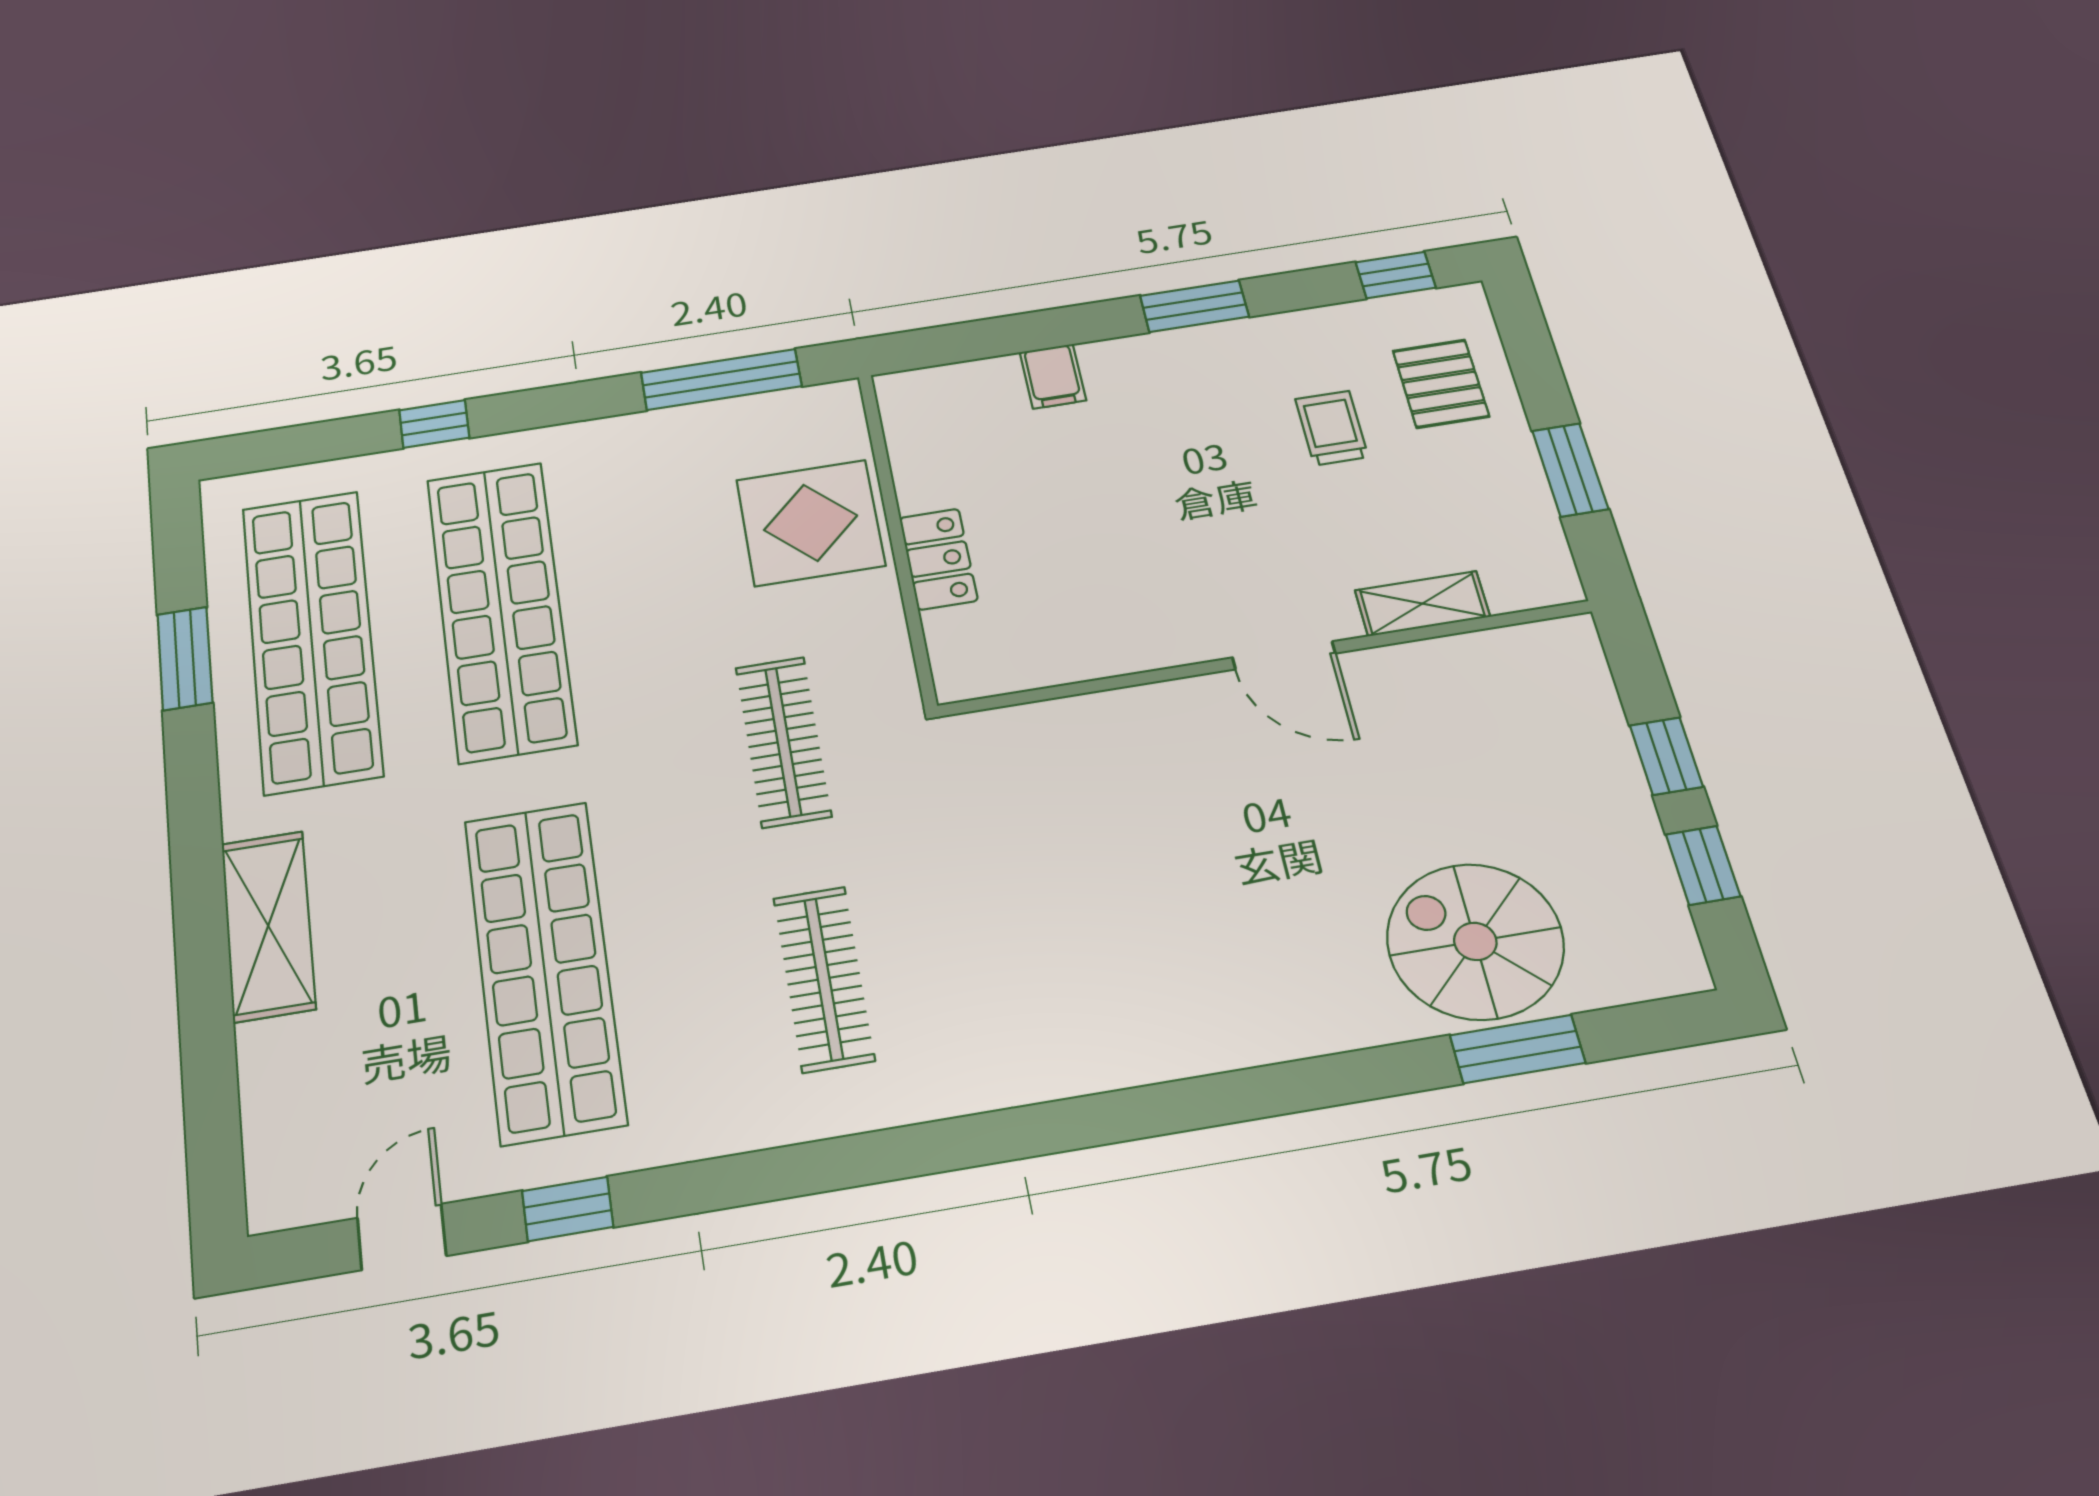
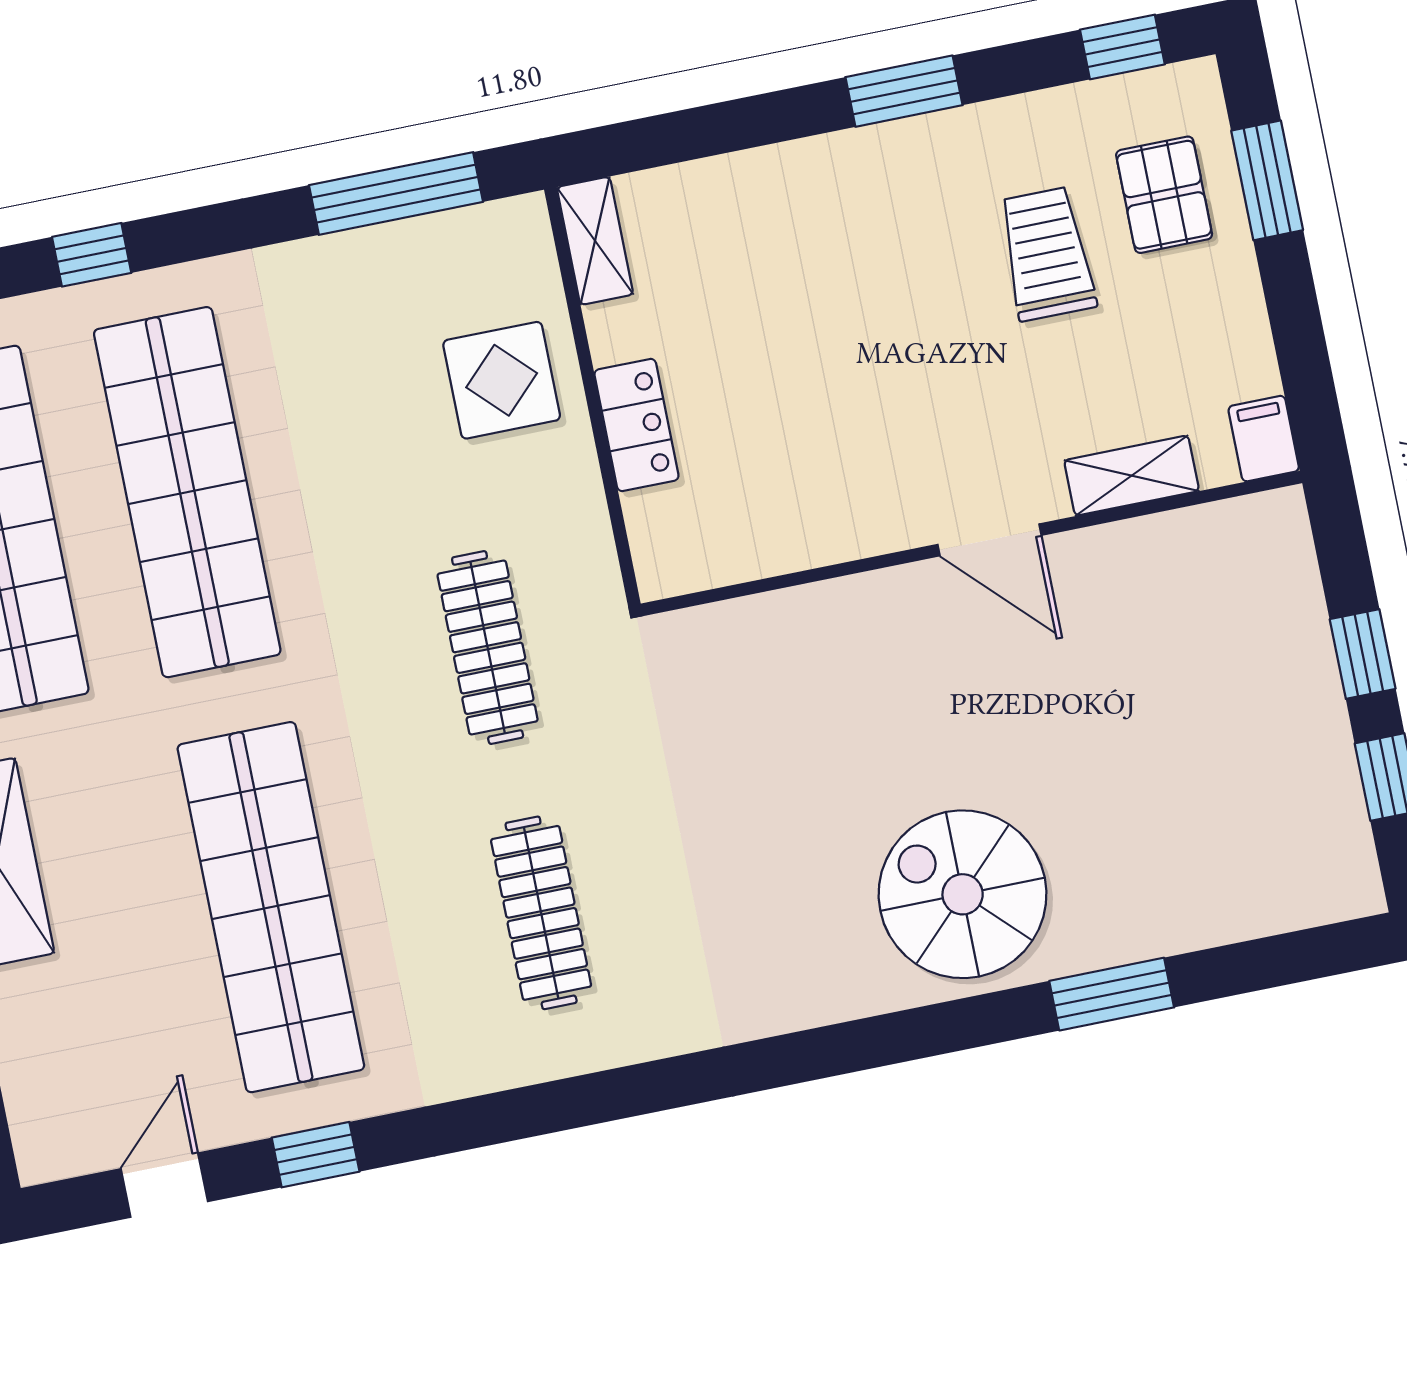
filing cabinet: (1053, 376) -> (1264, 439), moved, turned 180
shelving: (905, 416) -> (595, 241), added
trolley: (1332, 428) -> (1047, 254), width x1.36, depth x1.39
window: (1570, 470) -> (1267, 180), moved
display table: (811, 523) -> (502, 380), width x0.73, depth x0.73
spiral stairs: (1475, 941) -> (963, 894), moved
window: (1517, 1049) -> (1112, 994), moved

